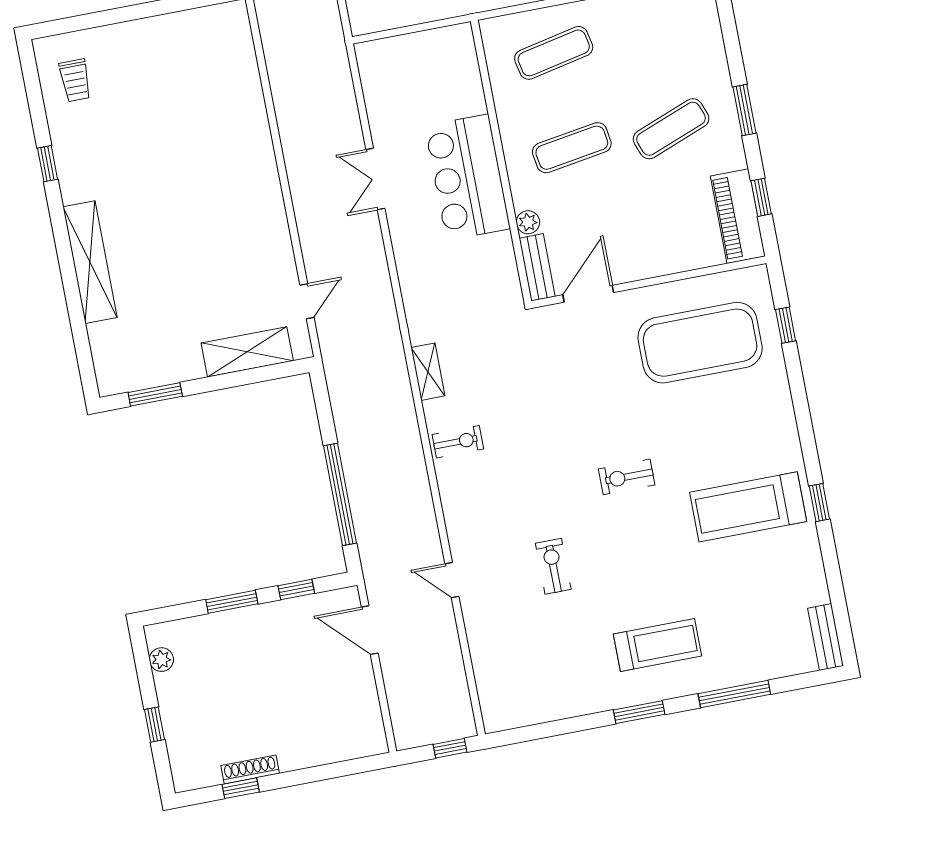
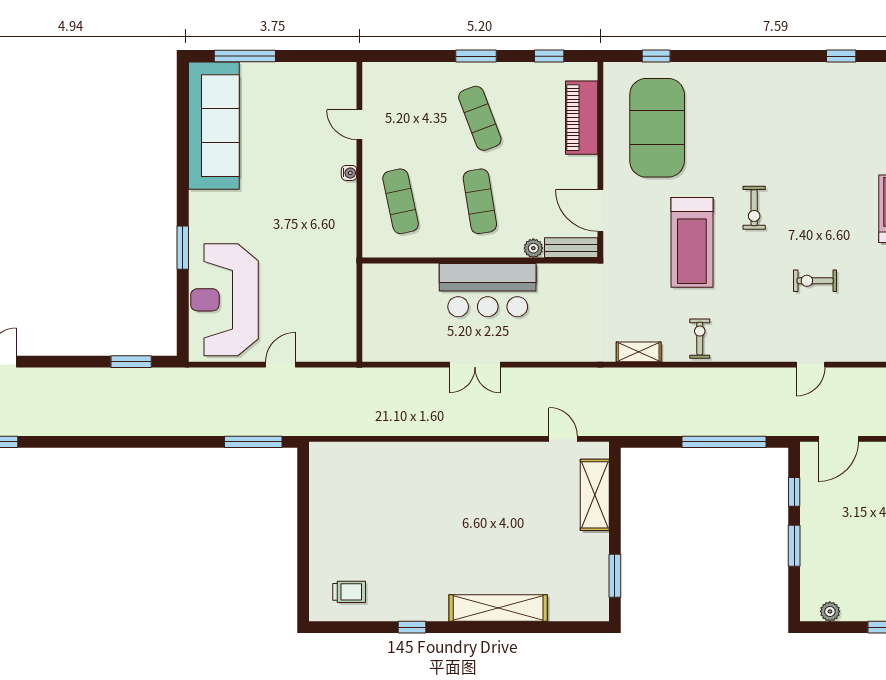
piano: (738, 216) -> (582, 118), moved, turned 90
window: (819, 503) -> (841, 56), moved
treadmill: (748, 507) -> (692, 242), moved

